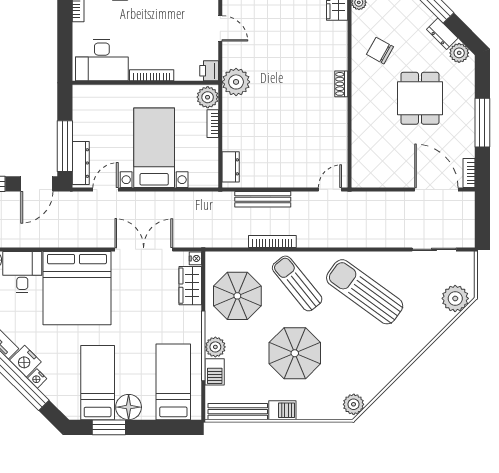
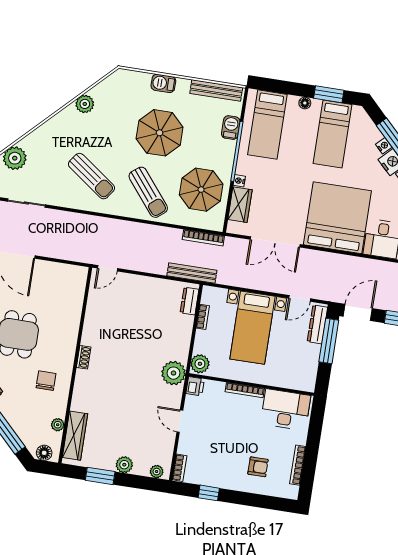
chair: (380, 51) -> (46, 381), turned -119
bookcase: (213, 124) -> (203, 317), moved
bench: (263, 199) -> (192, 273), moved
bookcase: (272, 241) -> (203, 238), moved
nightstand: (195, 258) -> (239, 181), moved
sun lounger: (365, 292) -> (91, 176), width x0.73, depth x0.75
plant: (215, 347) -> (227, 149), removed
plant: (354, 404) -> (85, 104), moved
floor lamp: (129, 407) -> (305, 103), width x0.53, depth x0.53
barbecue: (282, 410) -> (163, 83), moved

